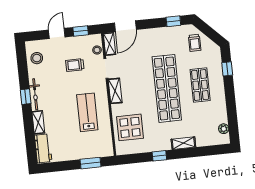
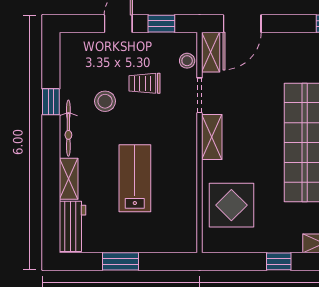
stool: (37, 58) -> (105, 101), moved
window: (26, 97) -> (51, 102), moved
lab bench: (87, 112) -> (135, 178), moved
window: (90, 163) -> (121, 261), moved

